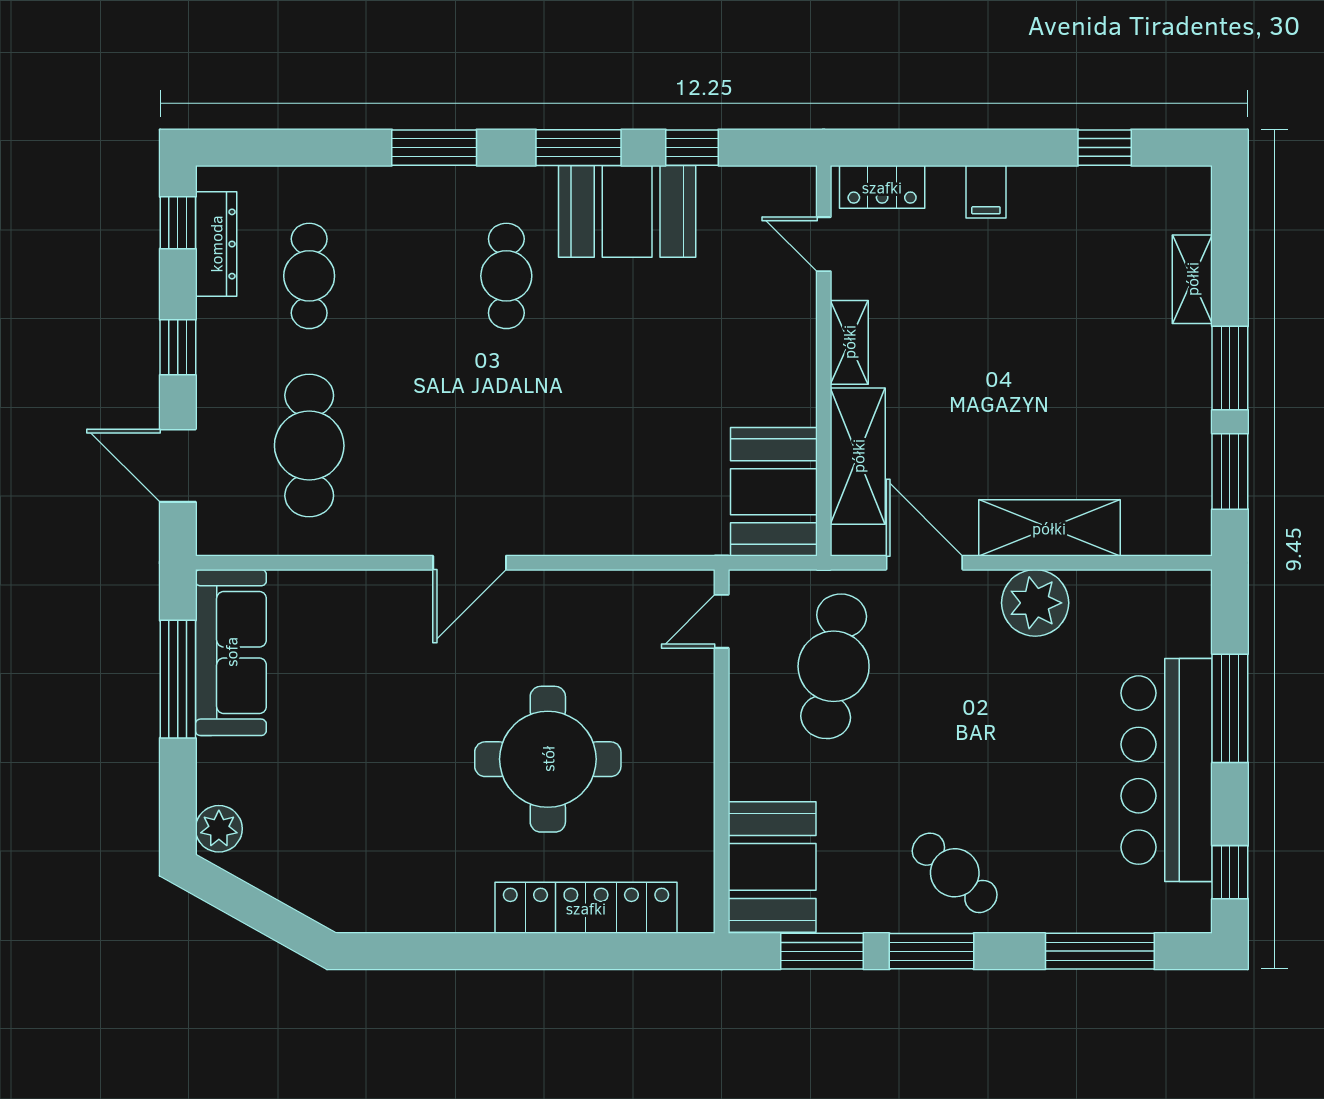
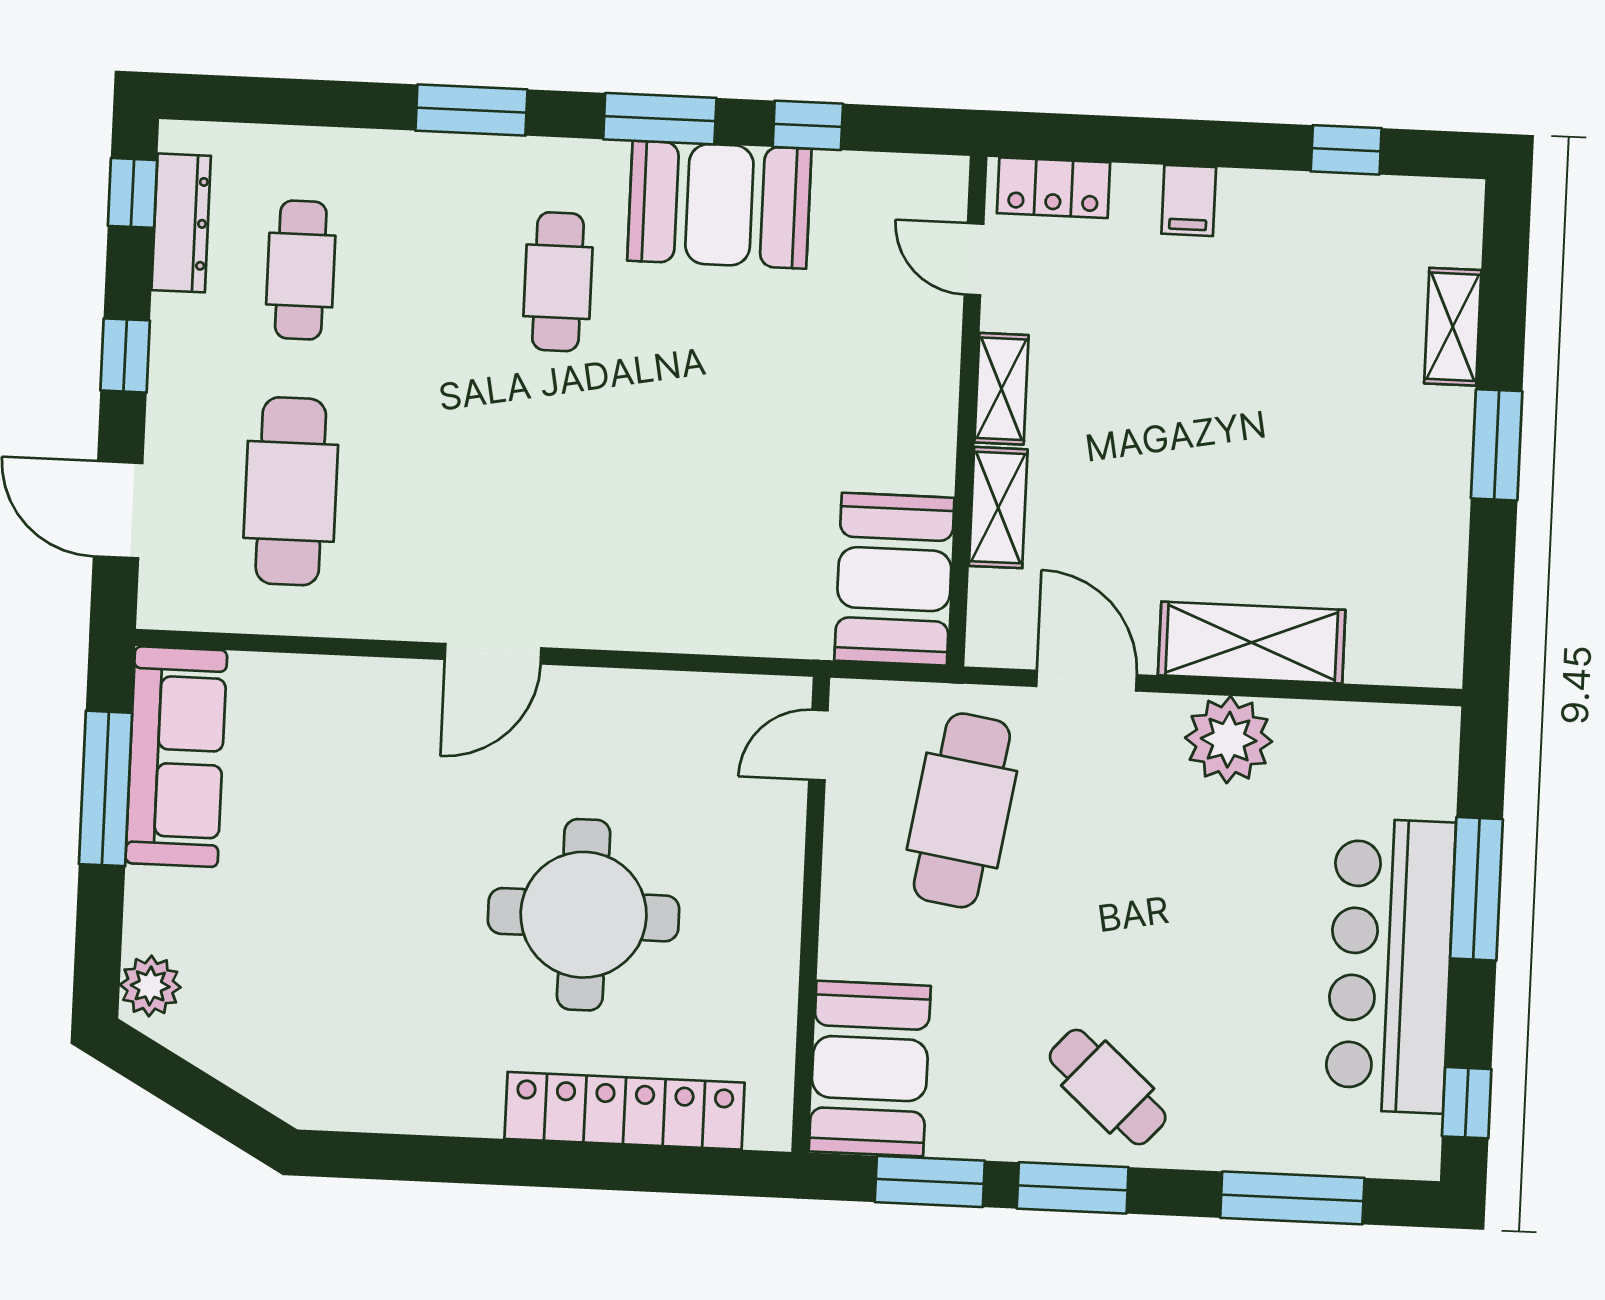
shelving: (858, 456) -> (998, 508), width x0.67, depth x0.75
window: (1230, 471) -> (1490, 580), removed

